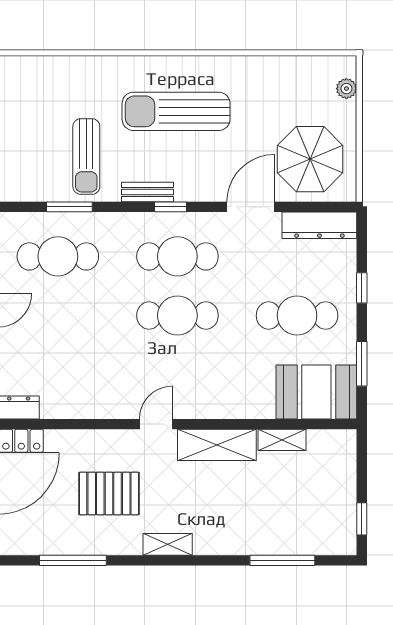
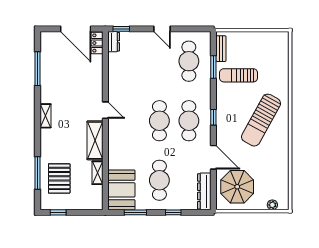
sun lounger: (176, 111) -> (261, 120), turned -151
bench: (147, 192) -> (221, 49), moved
pallet: (109, 493) -> (59, 178), moved

